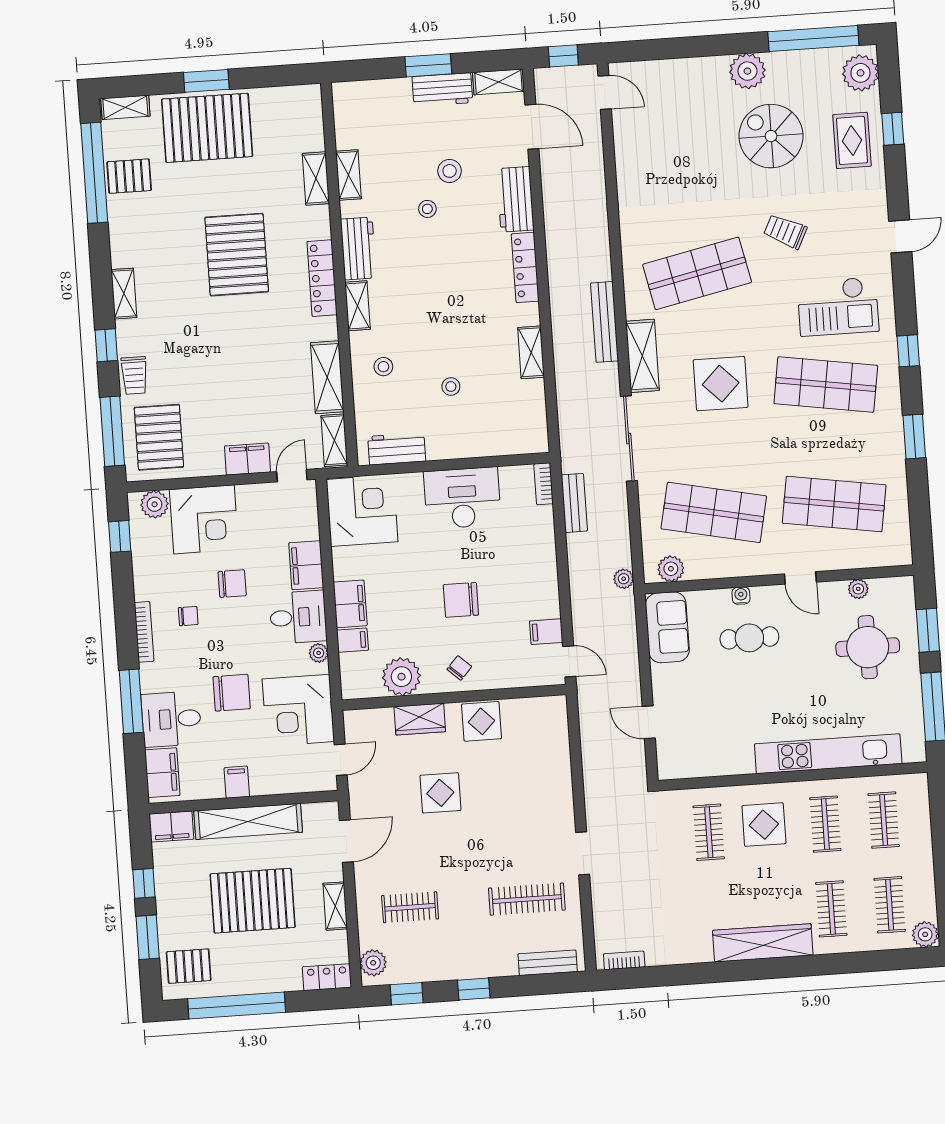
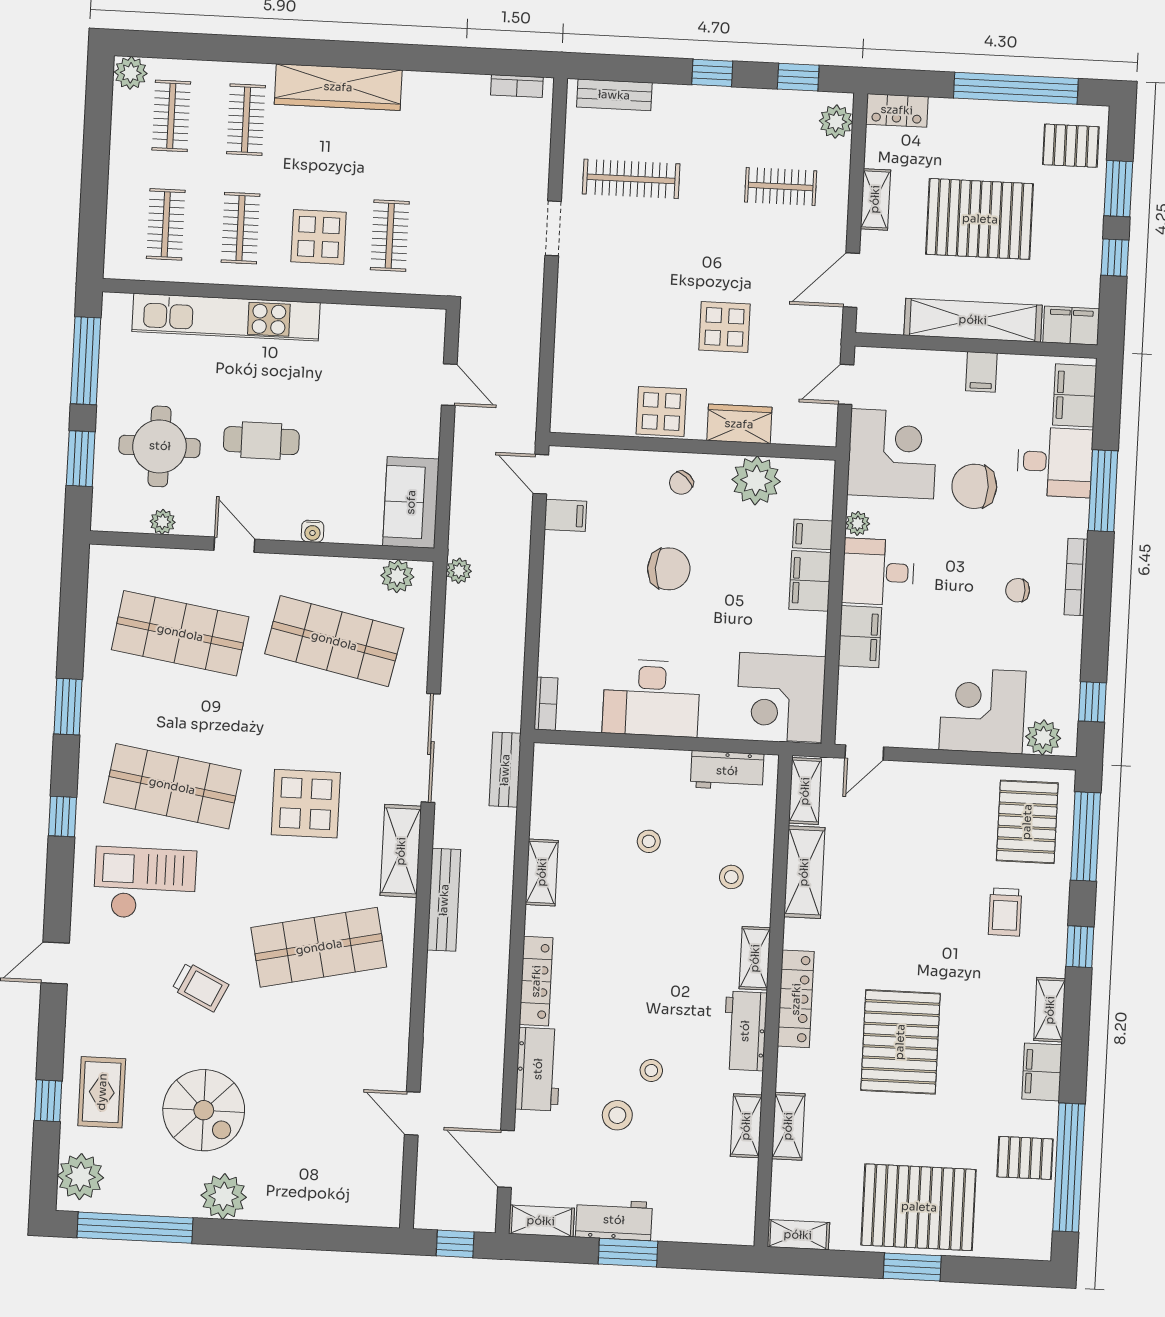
door: (605, 92) -> (412, 1113), moved
shelving: (125, 107) -> (798, 1235), moved
trolley: (134, 375) -> (1005, 912), moved, turned 180
filing cabinet: (247, 459) -> (1042, 1072), moved, turned 90
bench: (574, 503) -> (505, 770), moved
chair: (232, 584) -> (957, 625), removed
cafe table: (749, 638) -> (261, 441), moved

